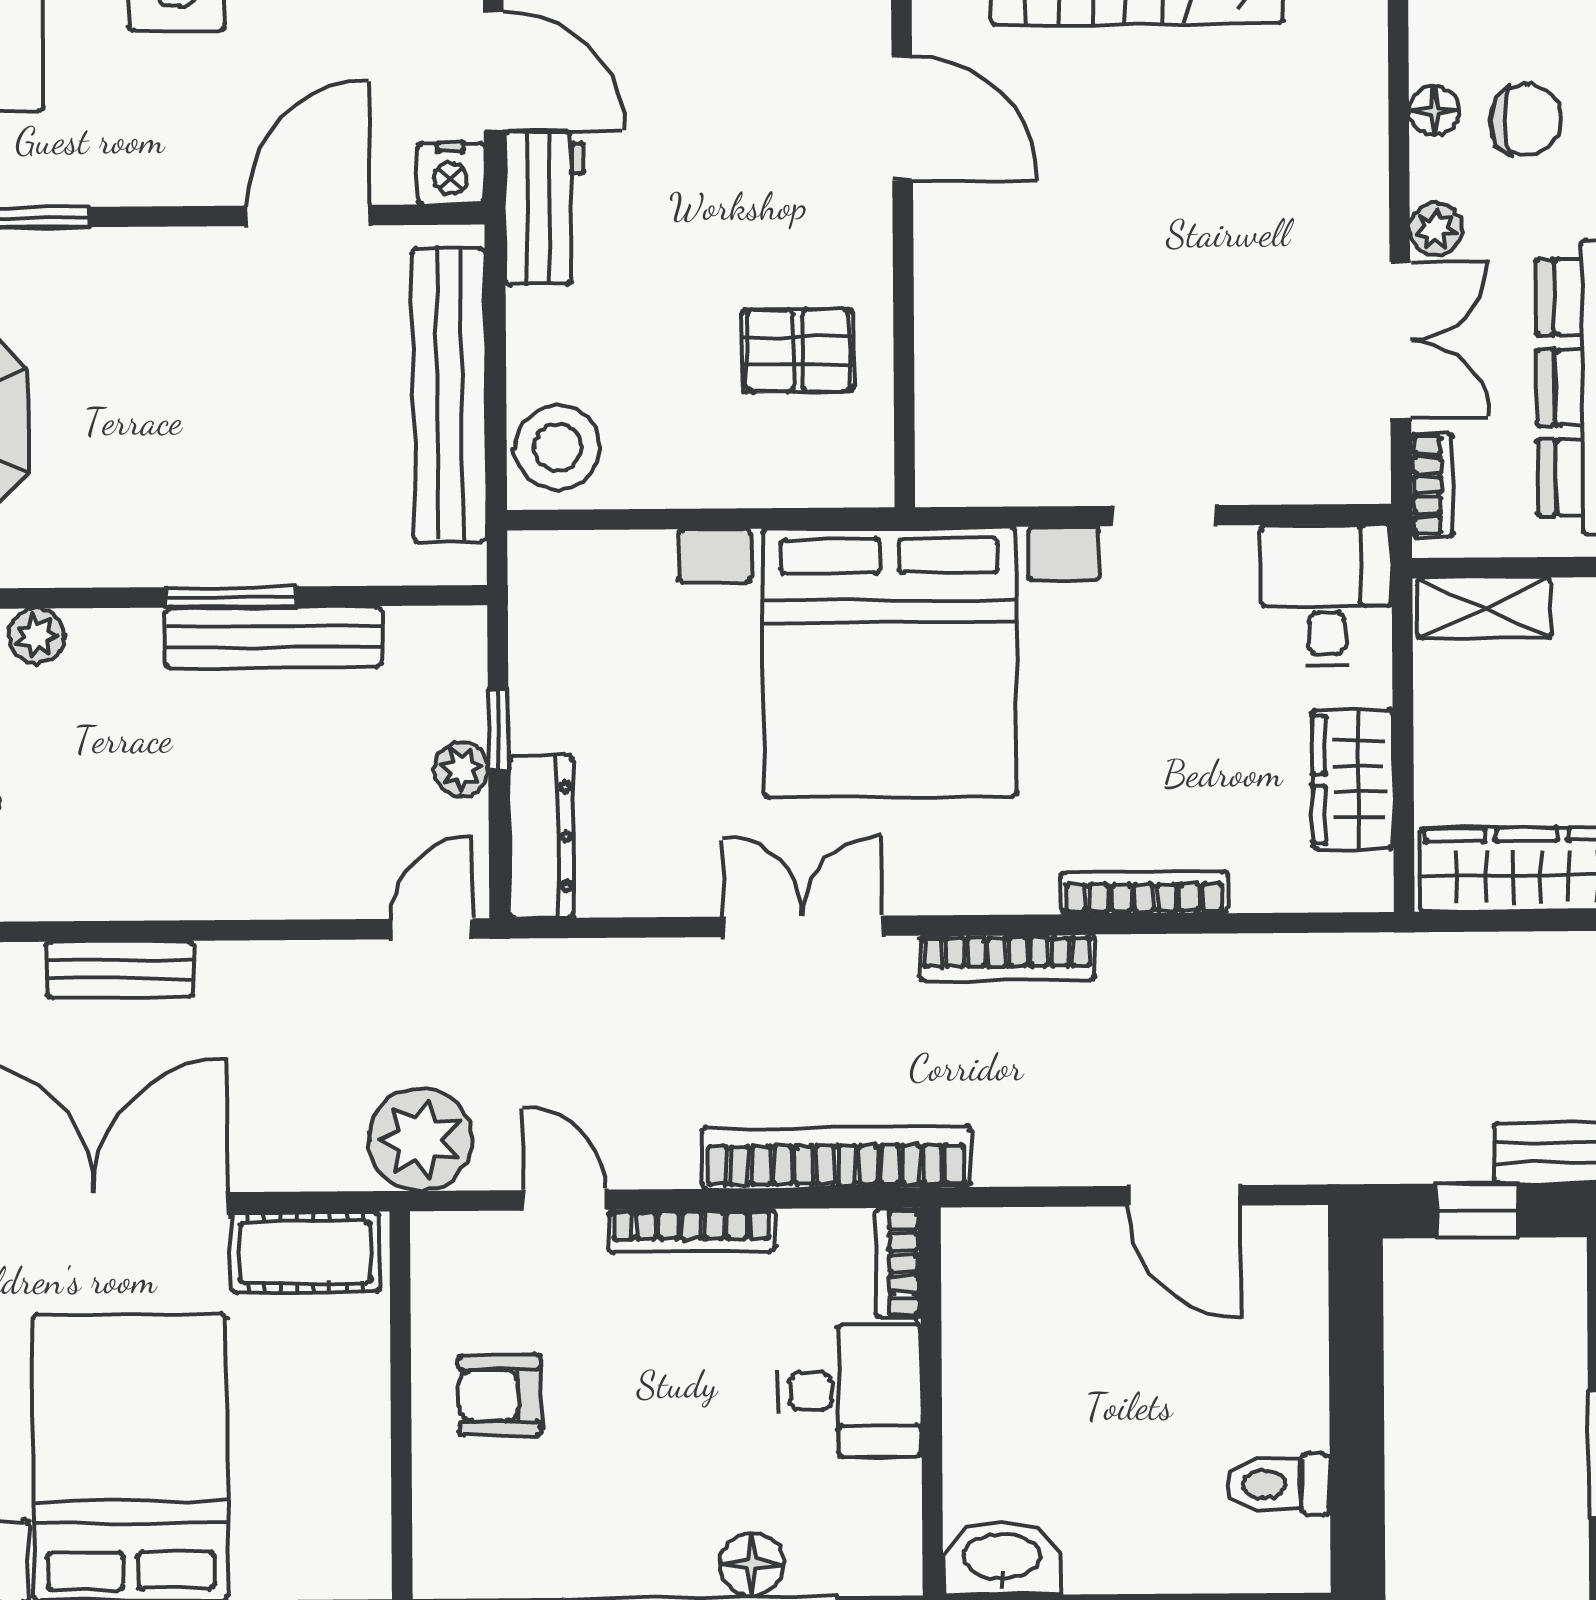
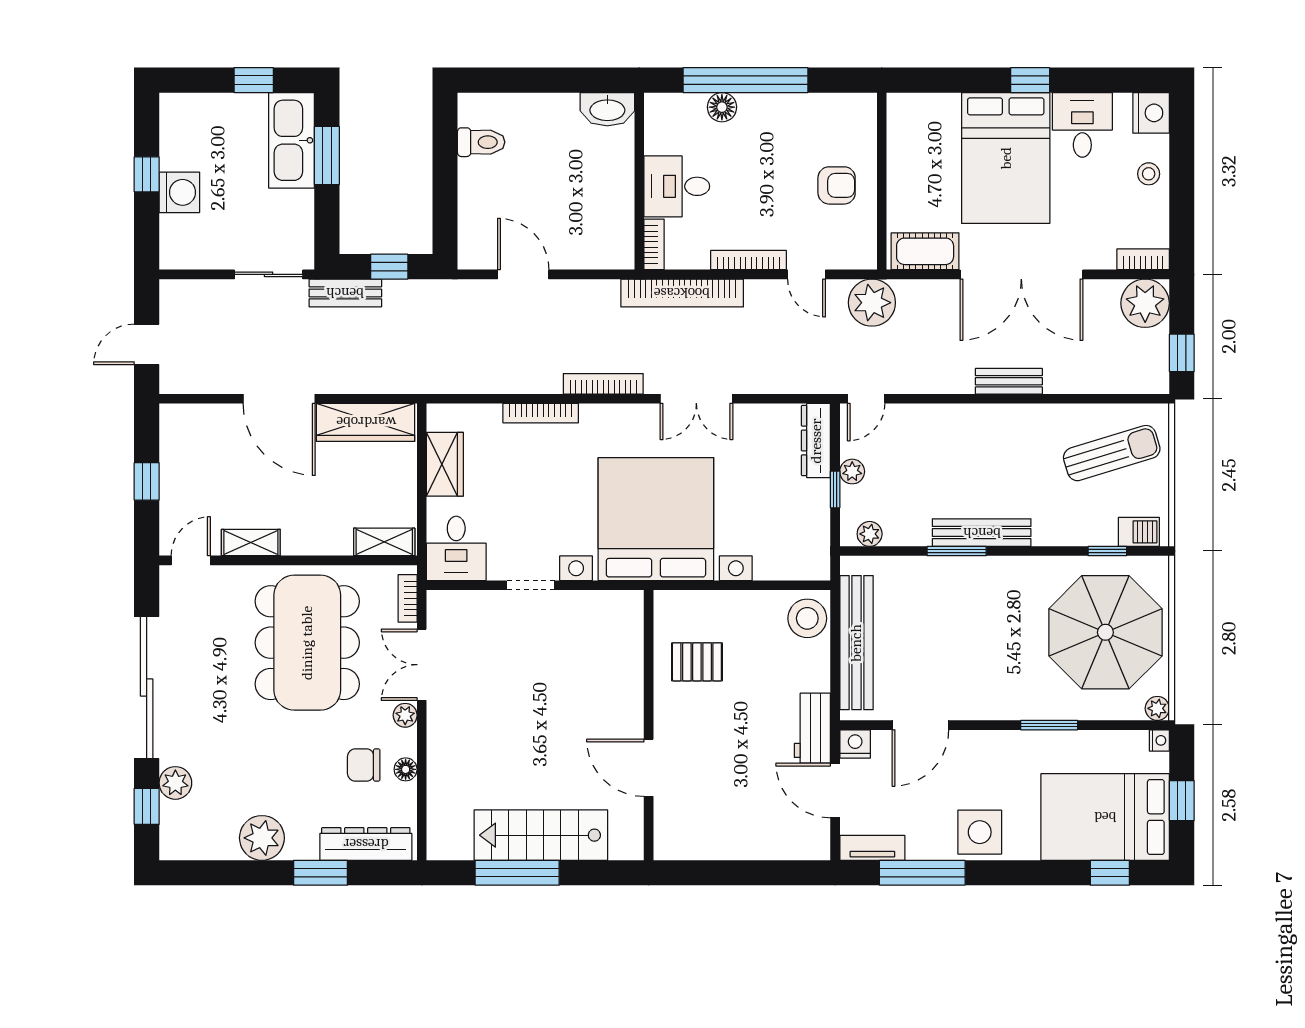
plant: (36, 636) -> (870, 534), moved
bench: (274, 637) -> (982, 533), moved

